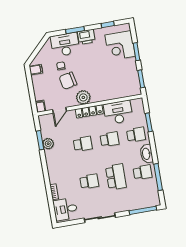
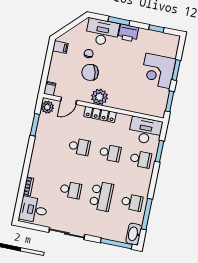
corner desk: (120, 46) -> (158, 71), moved
desk: (118, 112) -> (145, 131), moved
plant: (48, 144) -> (47, 107), moved
washbasin: (146, 154) -> (134, 234), moved

